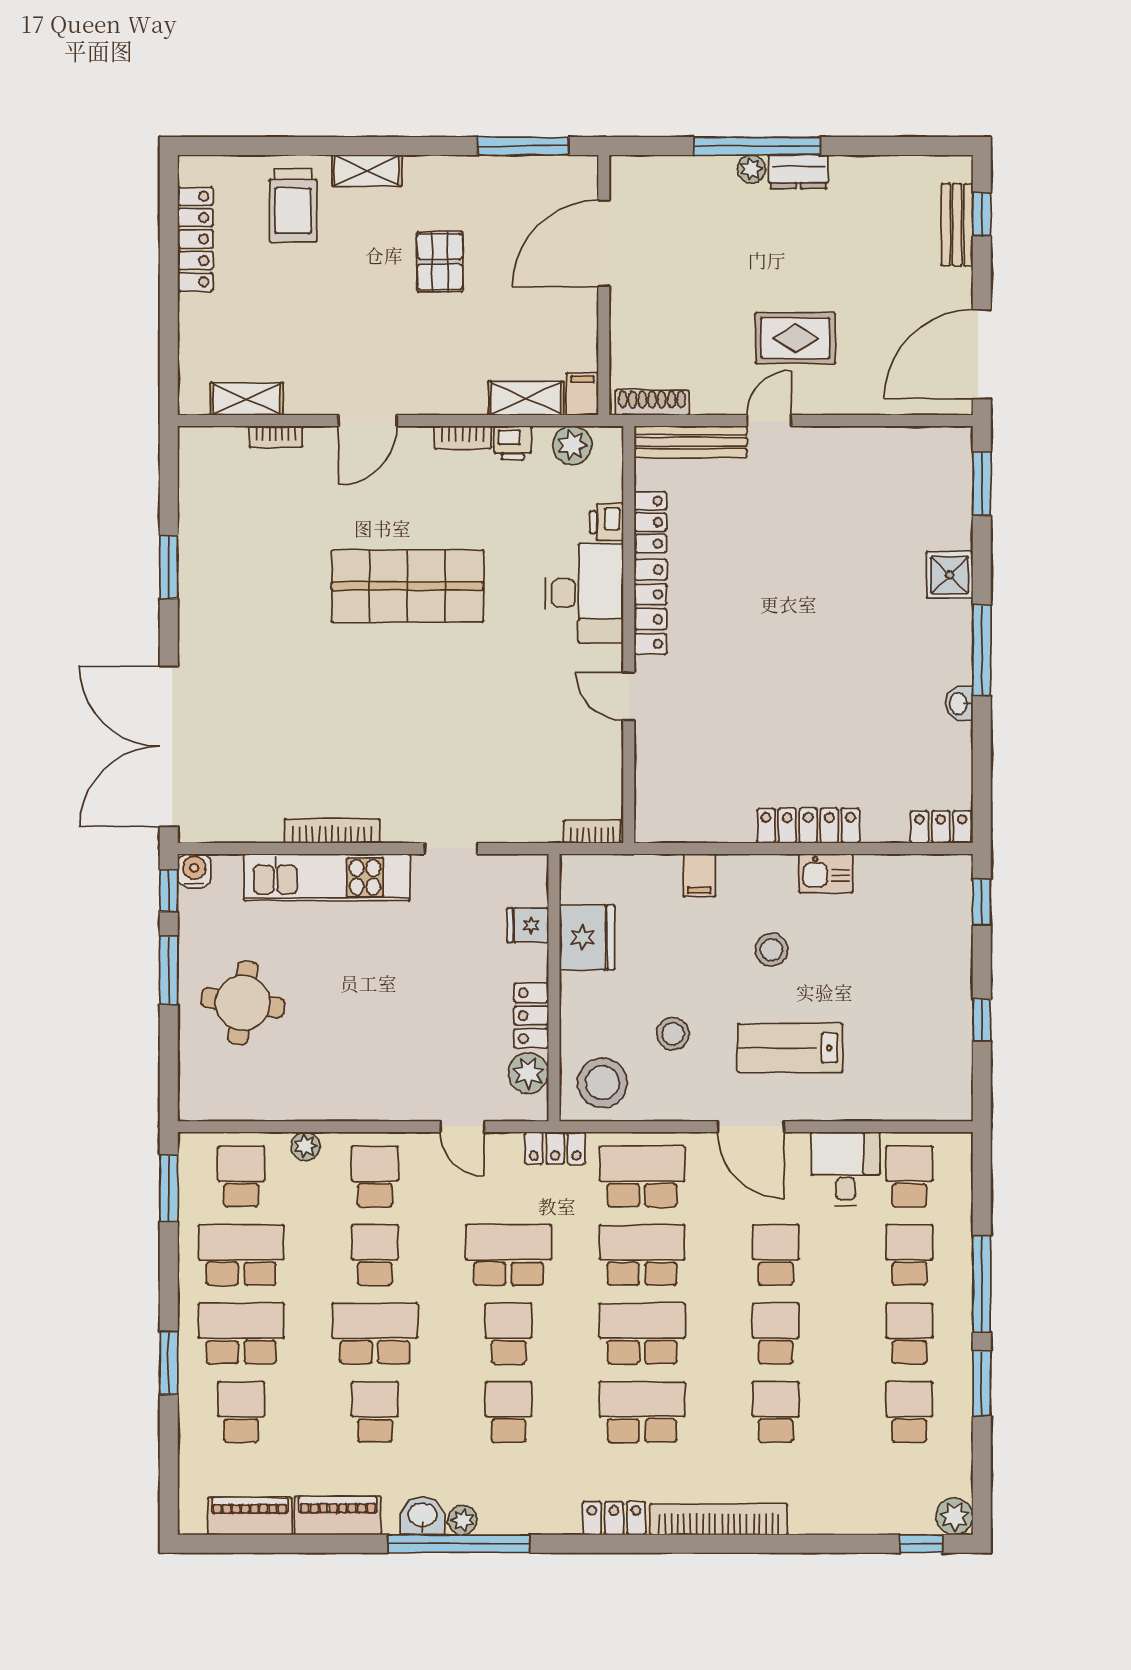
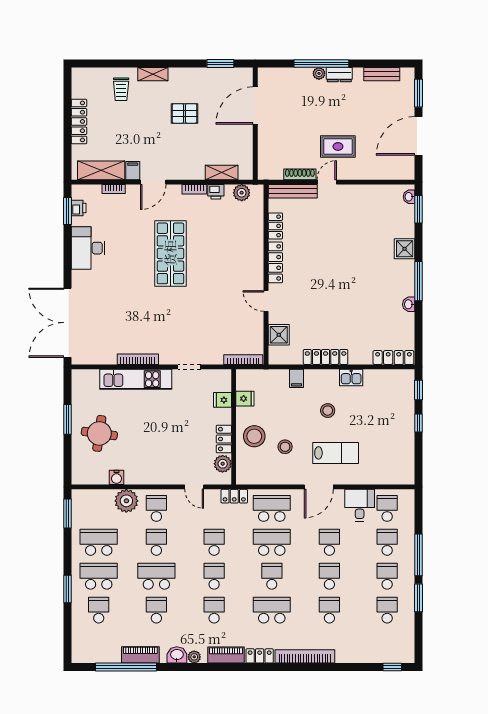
window: (523, 146) -> (220, 64), width x0.69
trolley: (293, 206) -> (121, 89), width x0.73, depth x0.72
window: (982, 215) -> (418, 93), width x1.50
bench: (957, 225) -> (382, 74), moved, turned 90
locker: (195, 239) -> (79, 121), moved
pallet: (440, 262) -> (185, 113), turned 90
door: (982, 354) -> (418, 136), moved
filing cabinet: (583, 394) -> (133, 171), moved
shelving: (247, 399) -> (101, 170), width x1.50, depth x1.33
shoe rack: (652, 403) -> (300, 174), moved
washbasin: (960, 455) -> (409, 197), added
printer: (607, 522) -> (79, 208), moved, turned 180
window: (169, 567) -> (67, 211), moved
shop shelf: (407, 586) -> (170, 253), turned 90
desk: (584, 593) -> (88, 248), moved, turned 180
shower: (658, 774) -> (279, 335), added
locker: (808, 826) -> (326, 357), moved
locker: (941, 827) -> (393, 358), width x1.53
bookcase: (592, 832) -> (243, 360), width x1.56
water cooler: (194, 870) -> (116, 477), moved, turned 180
window: (169, 891) -> (67, 385), removed
fridge: (587, 937) -> (245, 399), width x0.53, depth x0.75
window: (982, 1020) -> (418, 423), moved
lab bench: (790, 1048) -> (336, 453), turned 180
stool: (602, 1083) -> (254, 436), moved
door: (751, 1127) -> (319, 487), hinge flipped
plant: (306, 1146) -> (126, 501), width x1.87, depth x1.87
school desk: (241, 1176) -> (99, 508), removed
school desk: (508, 1255) -> (214, 542), width x0.54
school desk: (642, 1333) -> (272, 576), width x0.54
piano: (250, 1516) -> (226, 655), moved
plant: (954, 1516) -> (407, 655), removed
window: (459, 1544) -> (126, 667), moved

